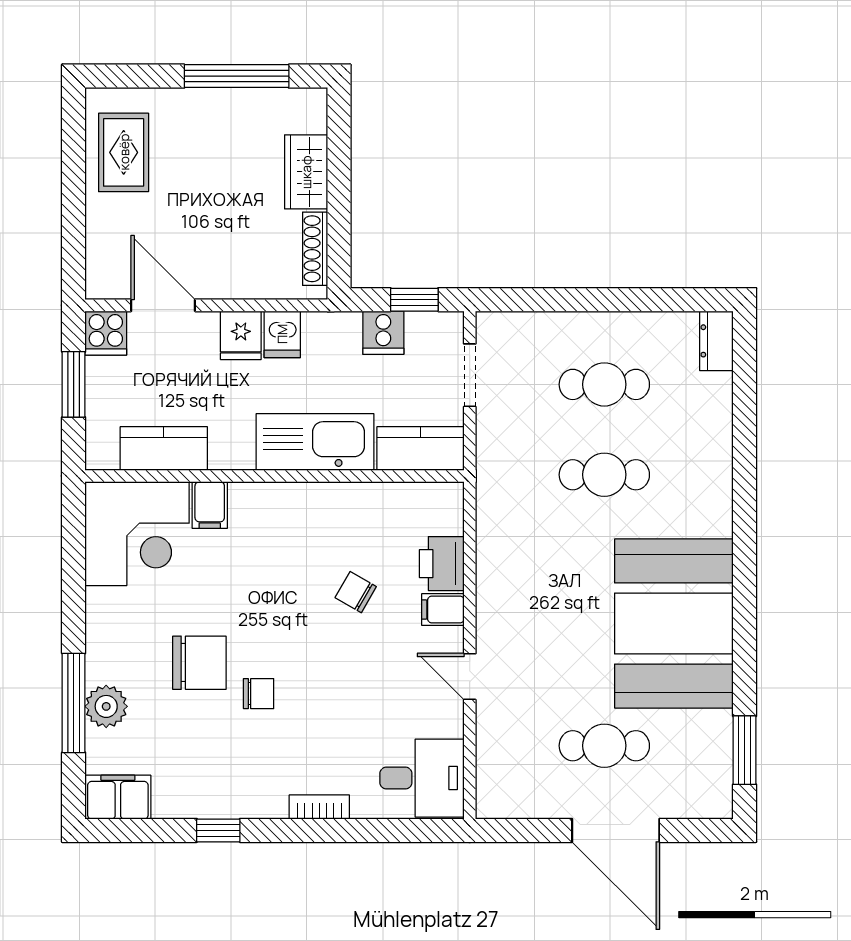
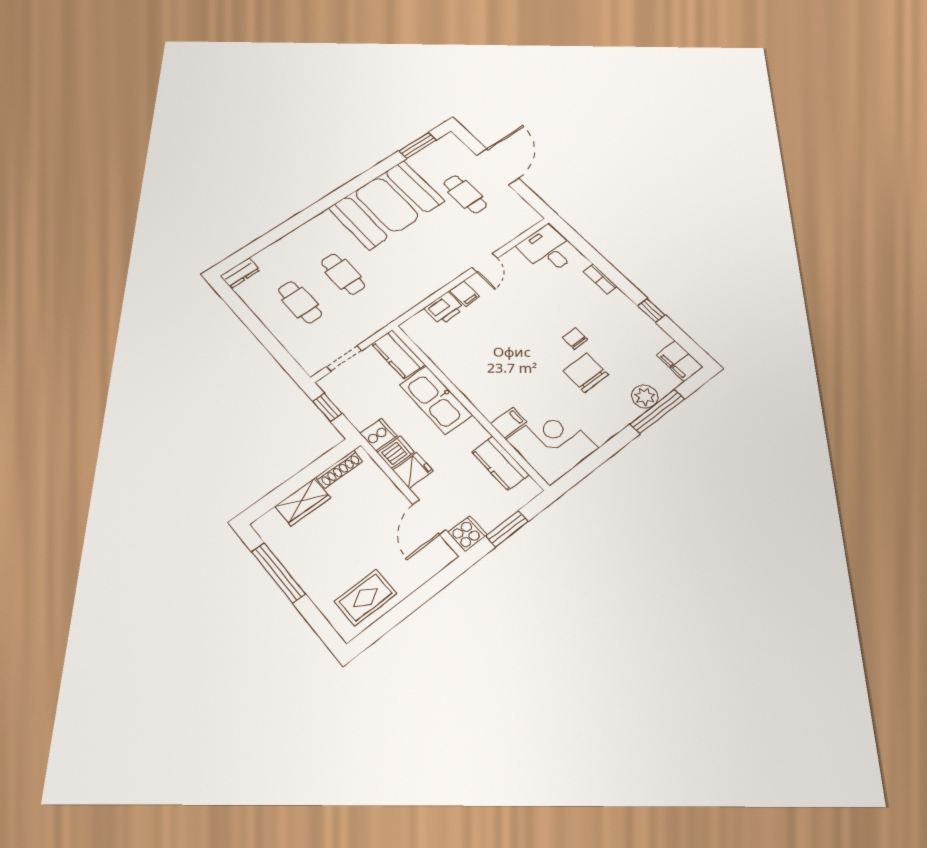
cooker: (383, 333) -> (379, 435), moved
chair: (356, 592) -> (490, 333), removed

